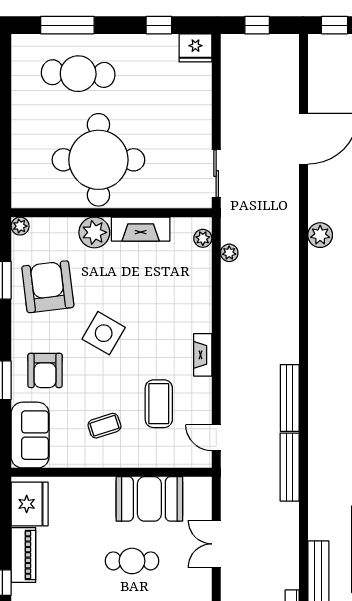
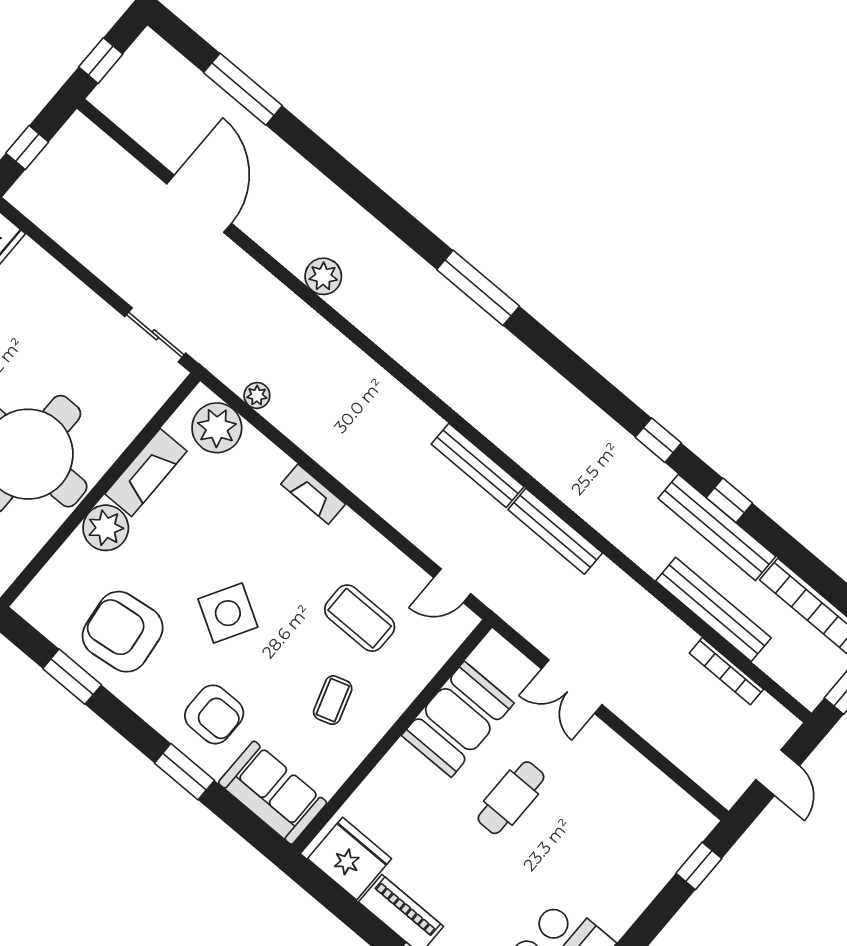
plant: (20, 226) -> (28, 605), removed
plant: (203, 238) -> (217, 428), width x1.88, depth x1.88
fireplace: (203, 355) -> (313, 494), moved

